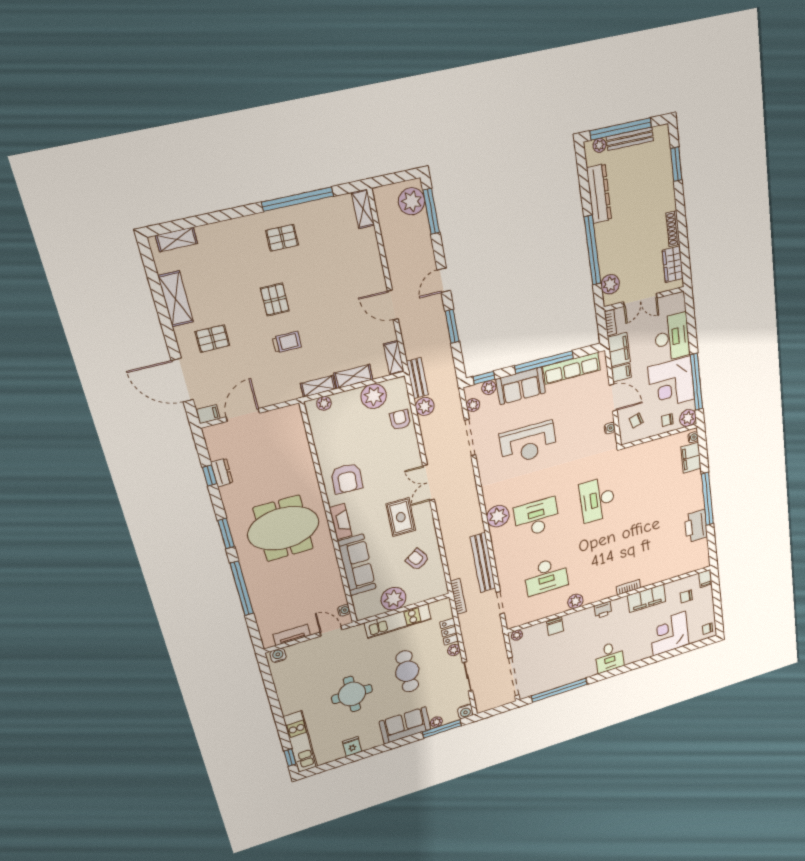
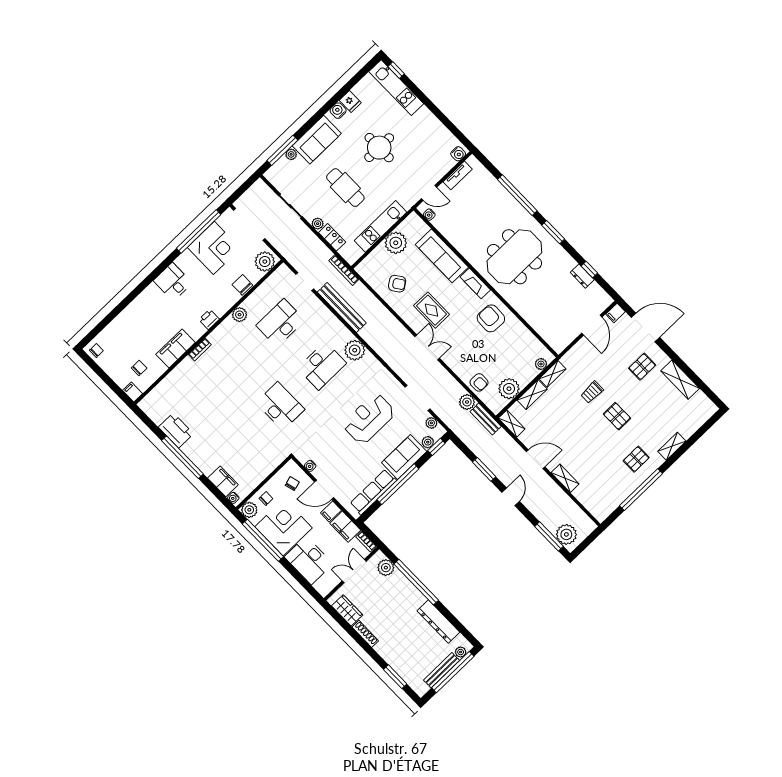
shelving: (363, 209) -> (565, 478), moved
shelving: (177, 239) -> (672, 446), moved
corner desk: (669, 634) -> (214, 248), moved
plant: (517, 635) -> (265, 262), width x1.88, depth x1.88
water cooler: (465, 711) -> (338, 111), moved

